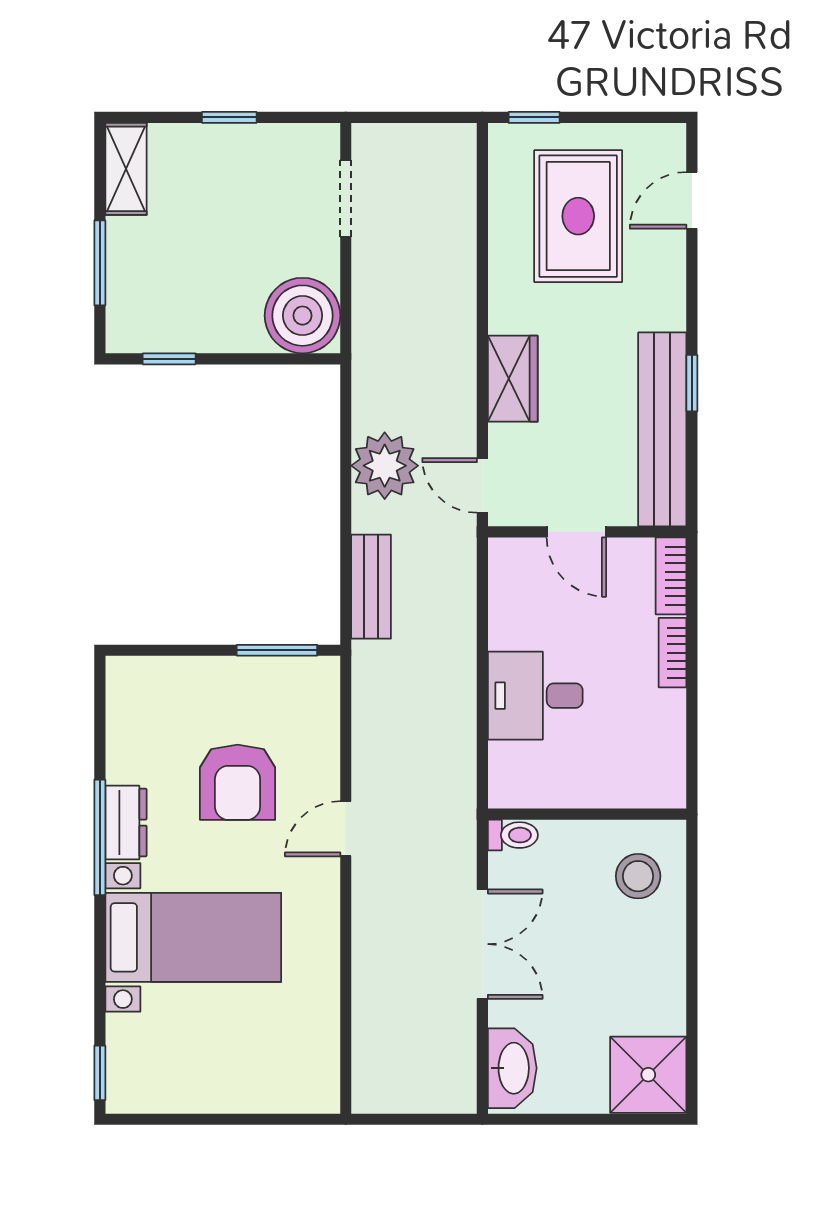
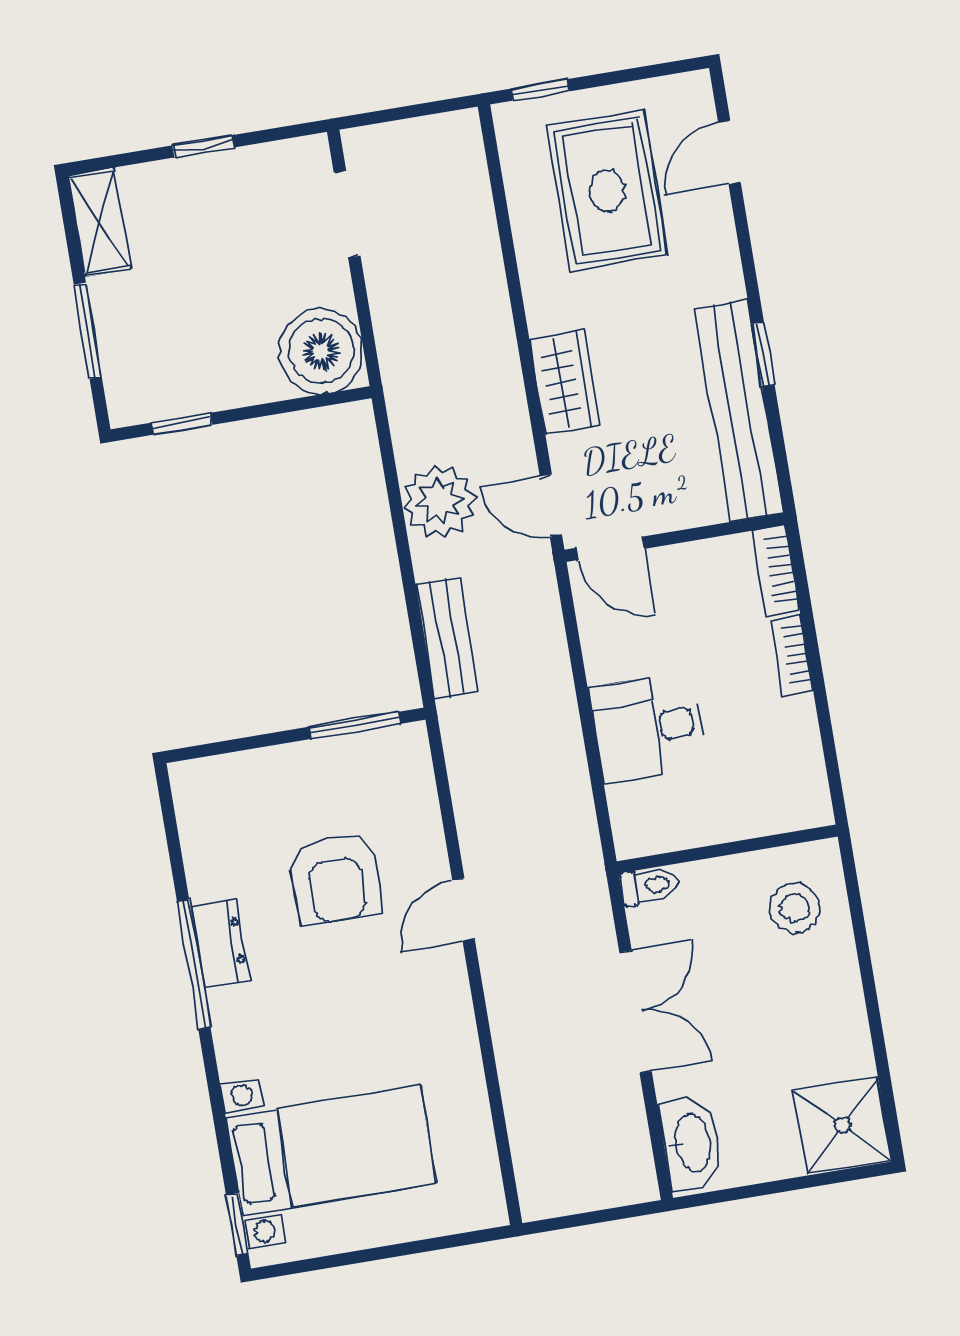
door: (576, 532) -> (610, 548), moved
bed with nightstands: (193, 937) -> (331, 1150), moved

